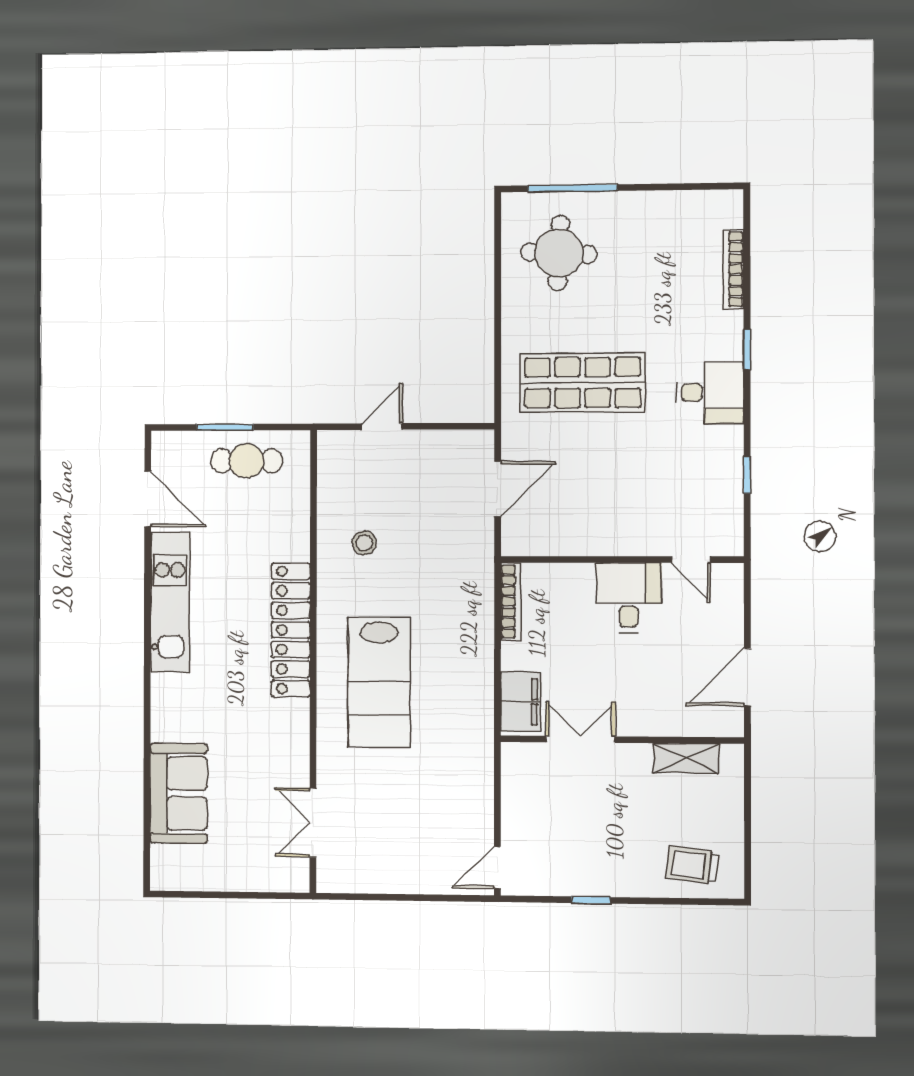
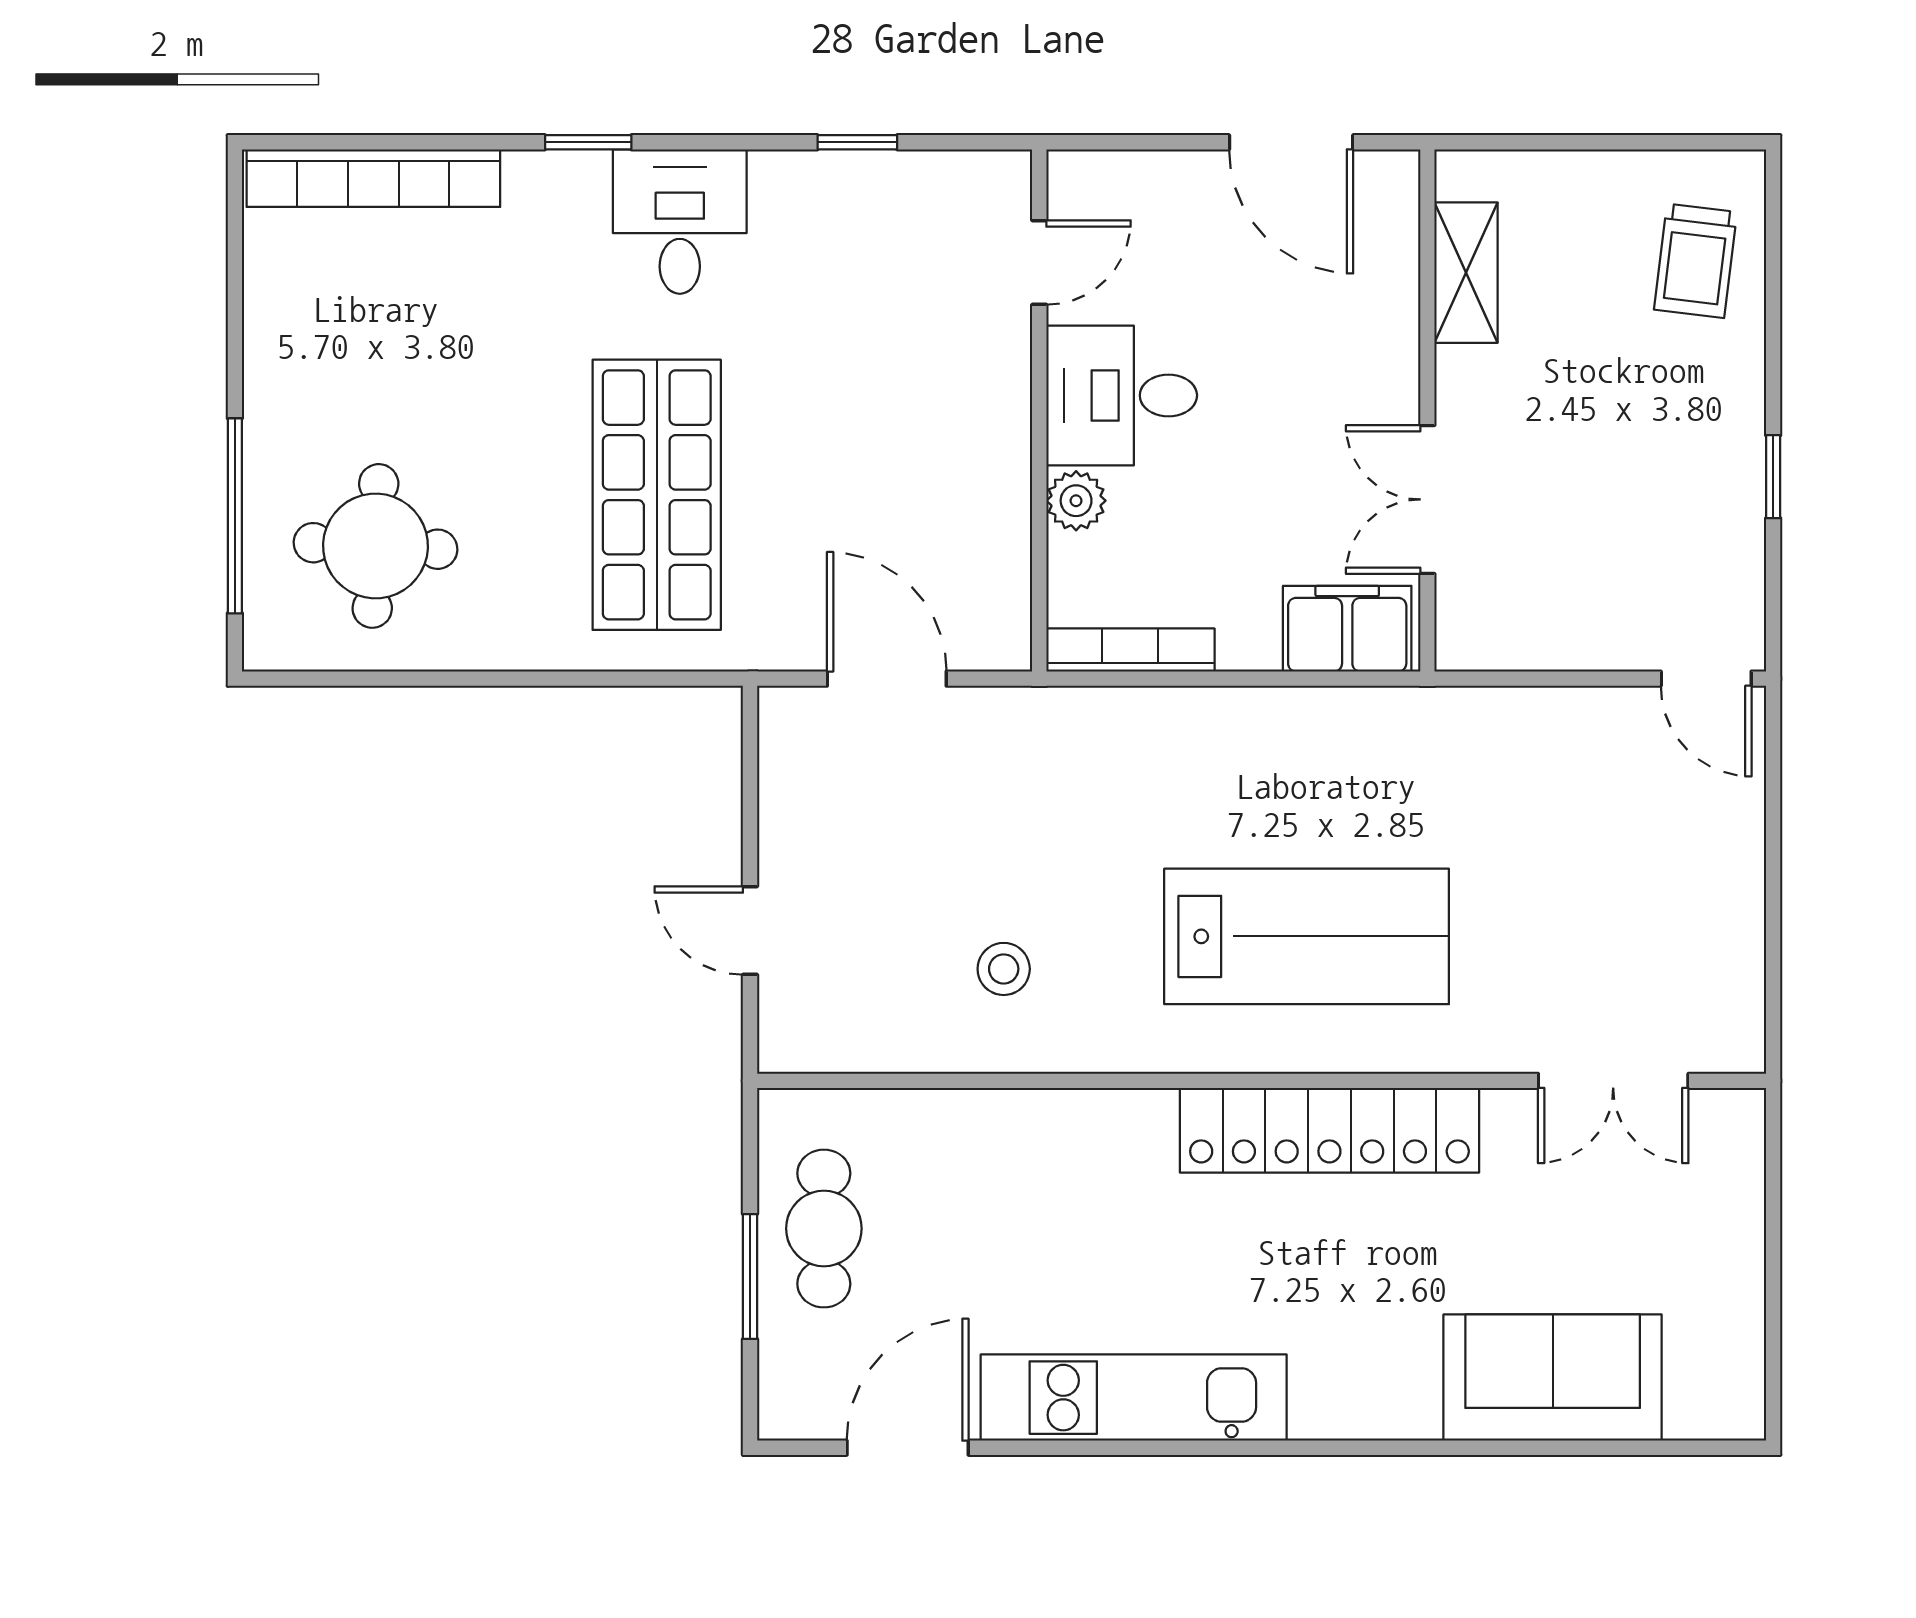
bookcase: (733, 269) -> (373, 178), width x1.48, depth x1.31
plant: (580, 576) -> (1076, 501), added
locker: (291, 630) -> (1329, 1130), moved

